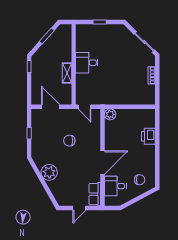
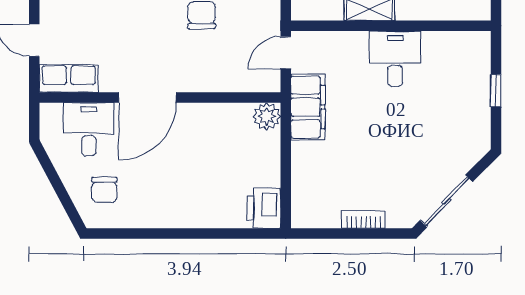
filing cabinet: (106, 98) -> (308, 107), added
printer: (148, 136) -> (264, 208), moved, turned -90
door: (102, 162) -> (147, 98), hinge flipped

